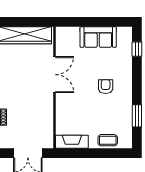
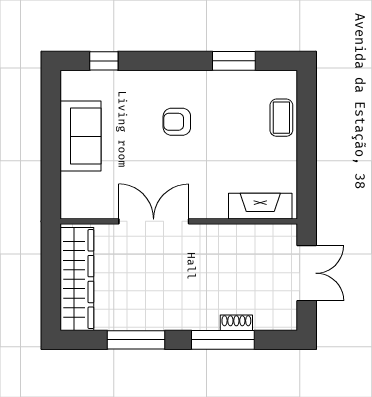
fireplace: (72, 142) -> (260, 206), moved, turned 90

